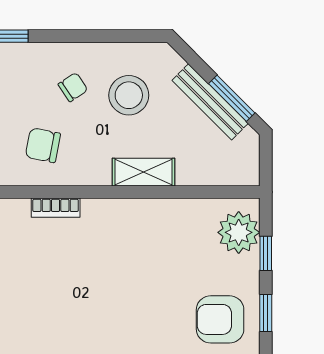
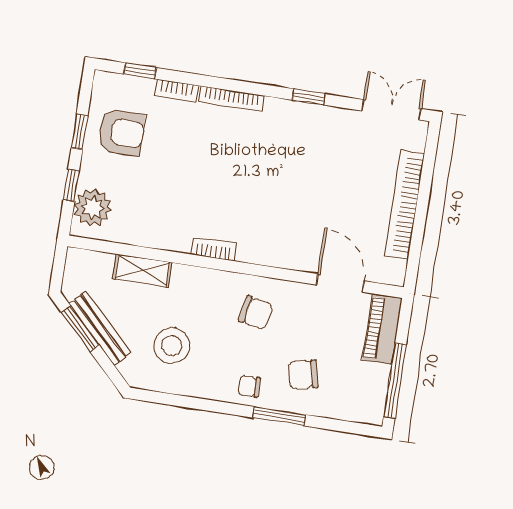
chair: (73, 87) -> (249, 386), moved, turned 33
shelving: (143, 172) -> (142, 271), moved
bookcase: (56, 208) -> (214, 249), moved

